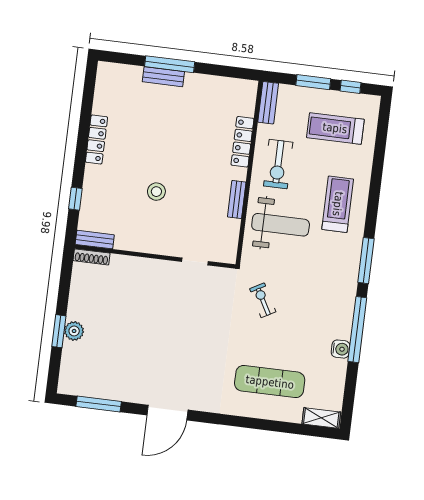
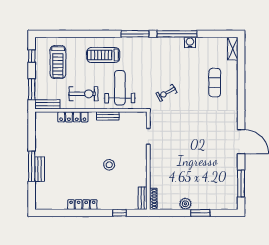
window: (313, 82) -> (32, 89), moved
plant: (74, 331) -> (185, 204), moved
exercise mat: (270, 382) -> (215, 83), width x0.73, depth x0.69

